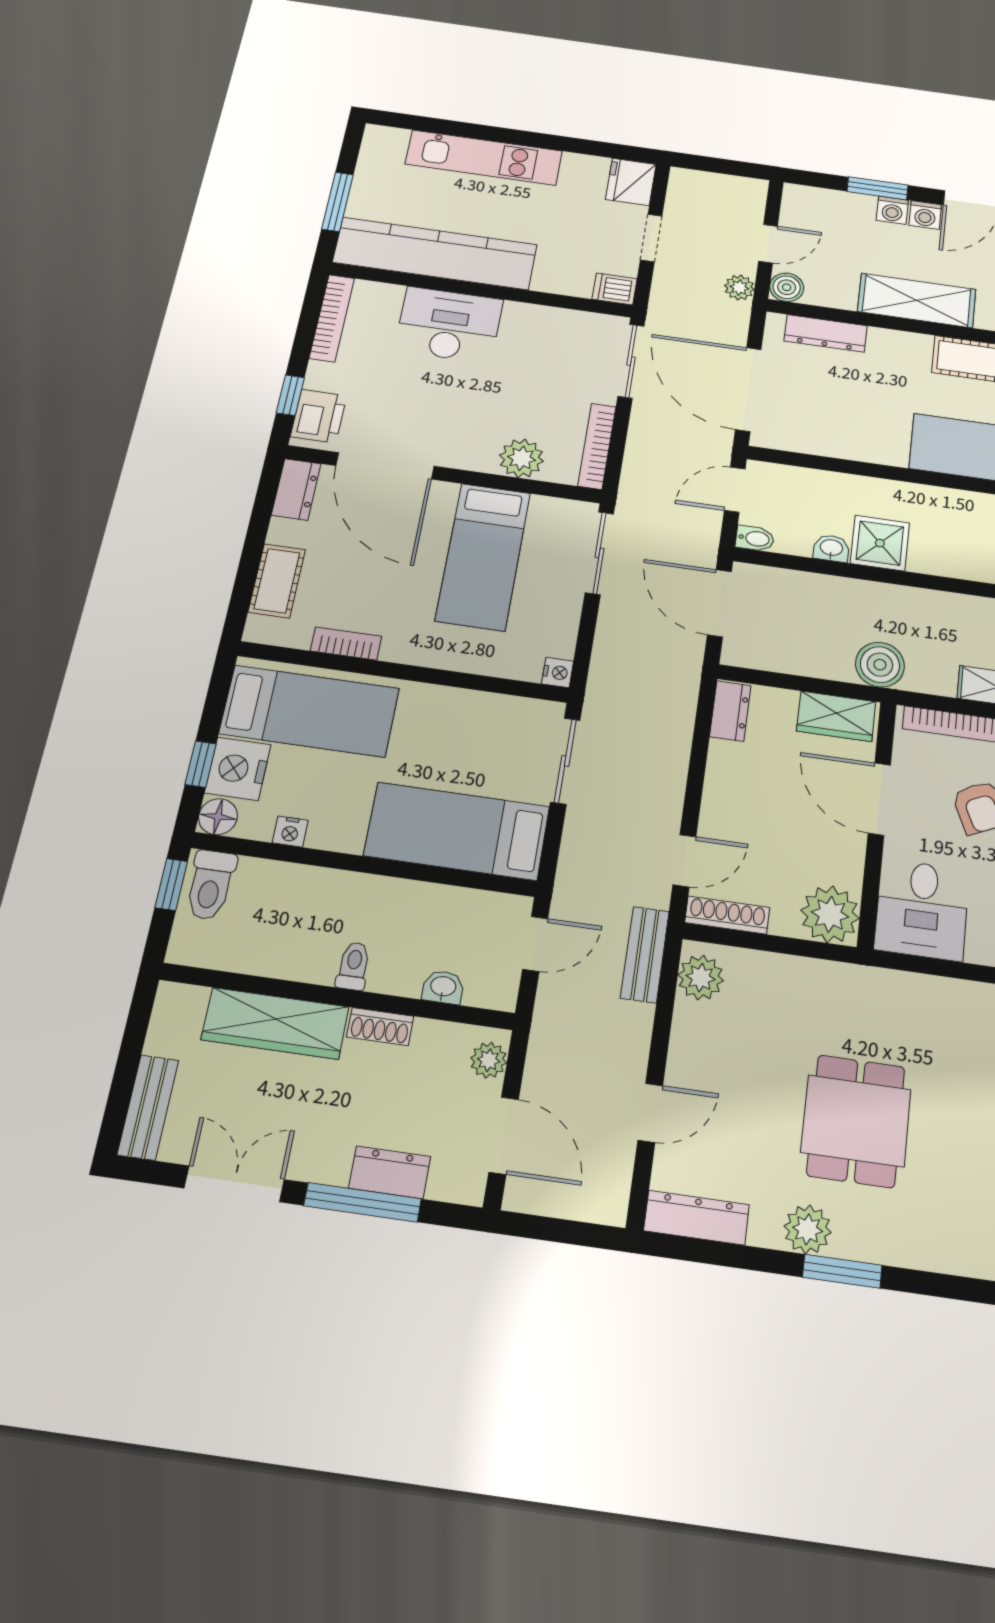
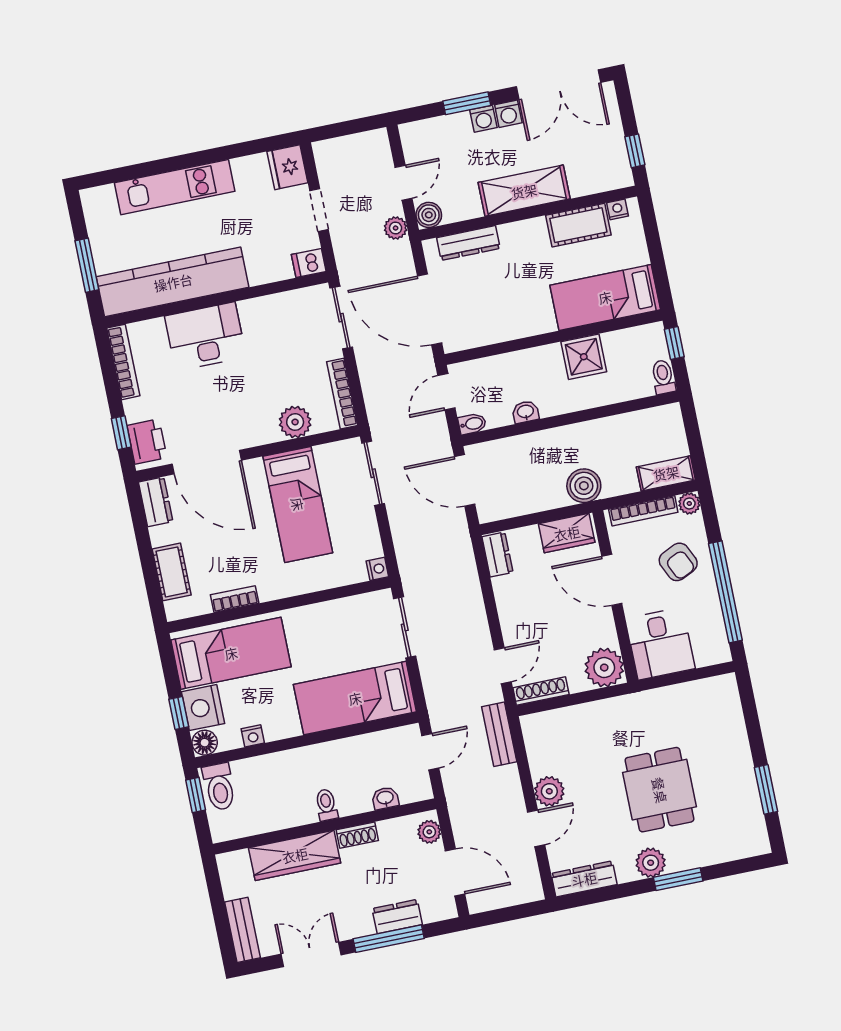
shower: (880, 543) -> (584, 357), moved
plant: (701, 978) -> (549, 791), moved

